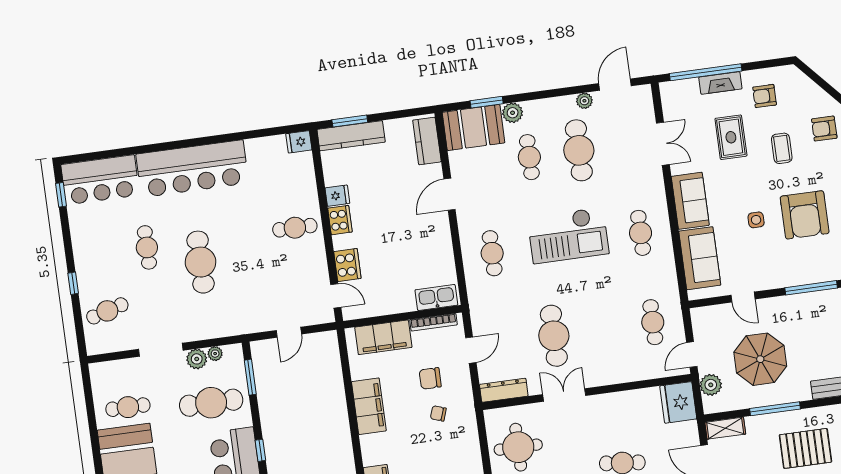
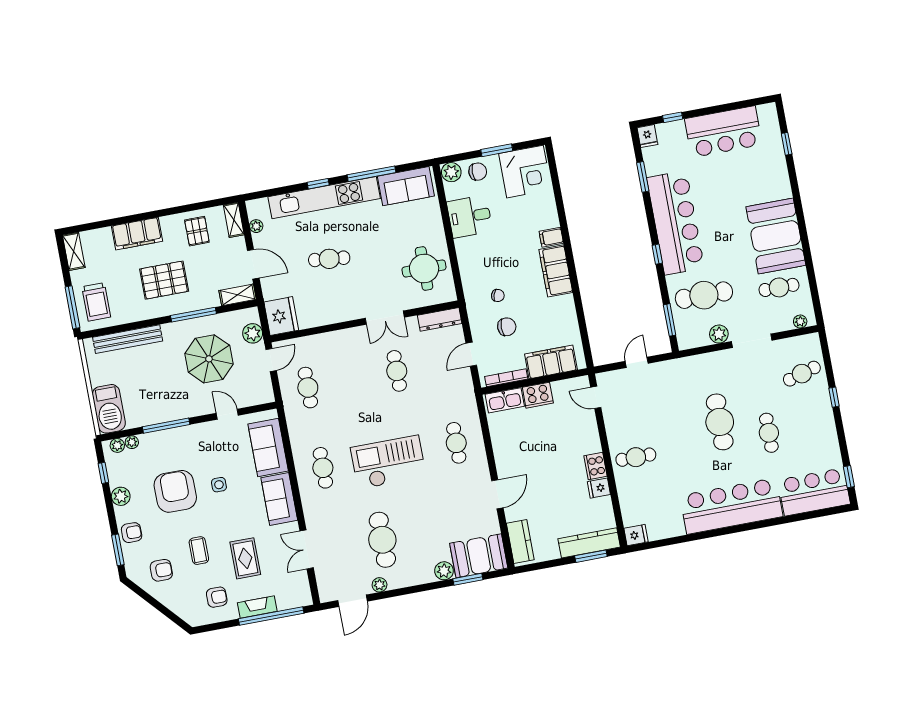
cafe table: (529, 157) -> (427, 531), removed
cooker: (347, 265) -> (538, 395), moved, turned -90
cafe table: (554, 336) -> (397, 371), width x0.73, depth x0.74
plant: (215, 354) -> (800, 321), moved
filing cabinet: (369, 406) -> (556, 271), moved

